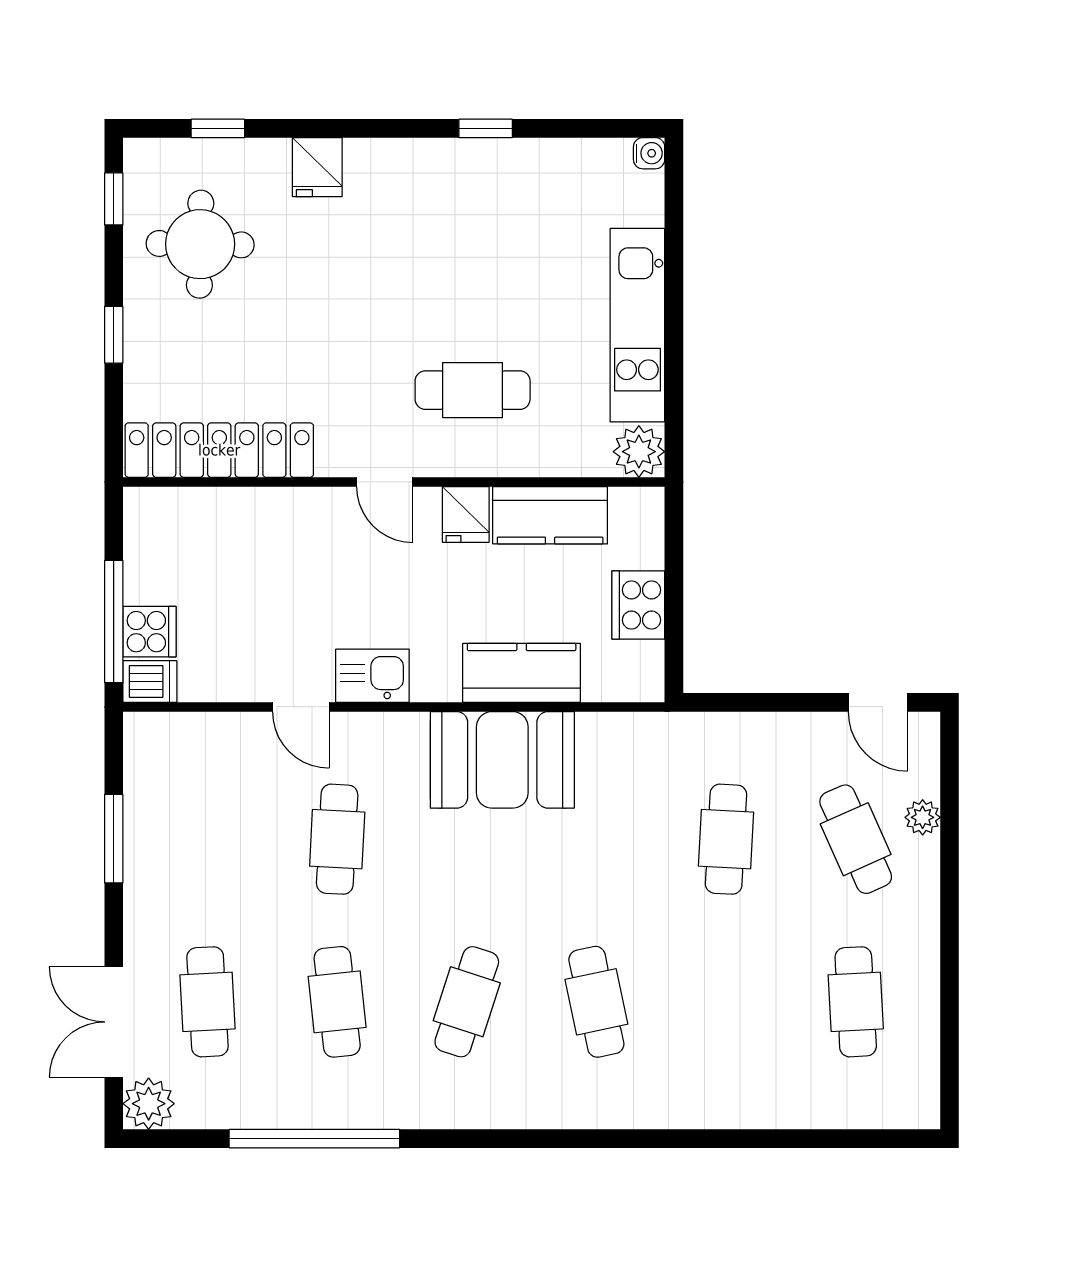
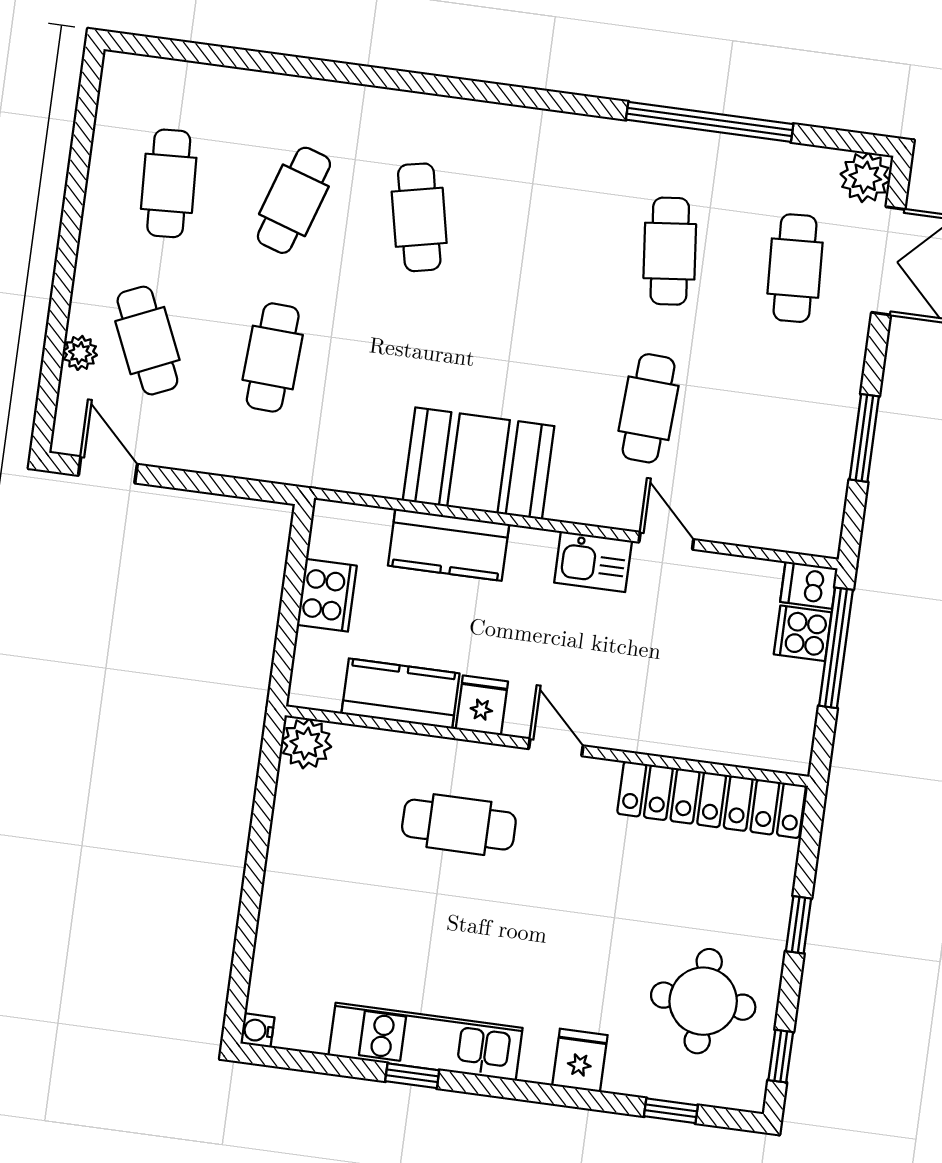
kitchen unit: (637, 325) -> (426, 1042), moved, turned -90
cafe table: (467, 1002) -> (294, 200), moved

